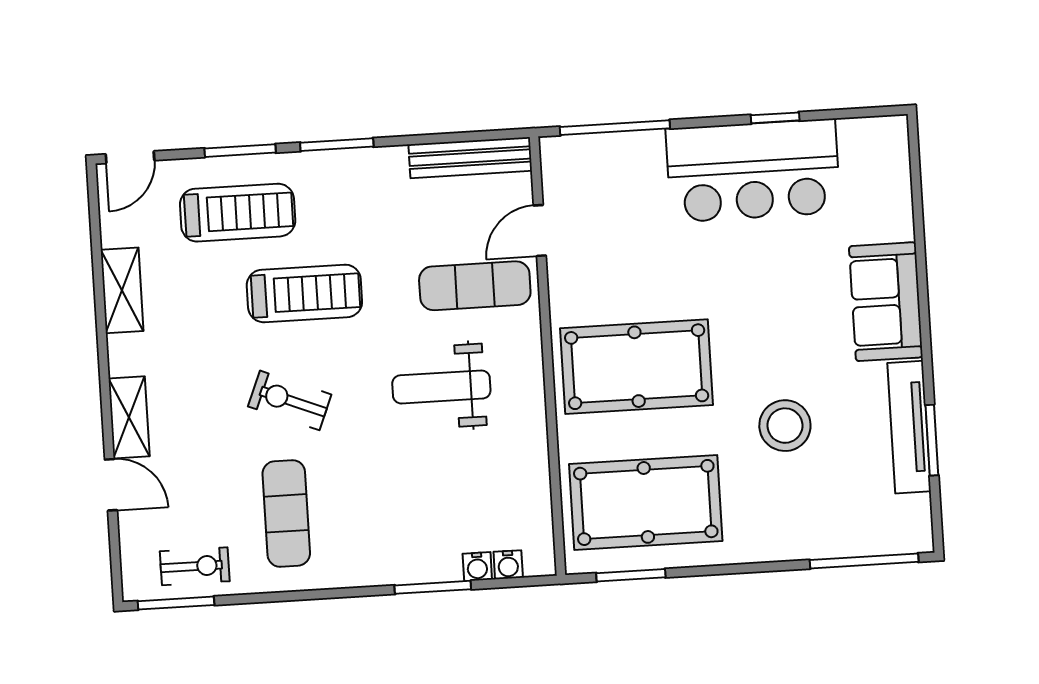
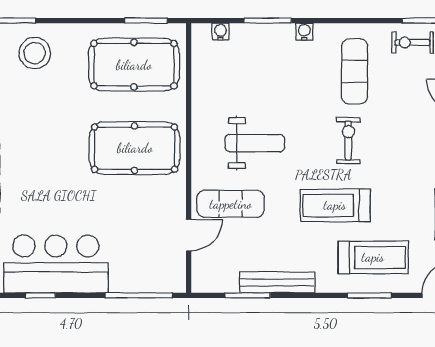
window: (337, 145) -> (248, 295), moved
bench: (470, 158) -> (277, 282), moved
treadmill: (238, 213) -> (373, 257), turned 180
exercise bike: (290, 400) -> (348, 140), turned -112
stool: (785, 426) -> (35, 53), moved
water cooler: (477, 567) -> (304, 32), moved

